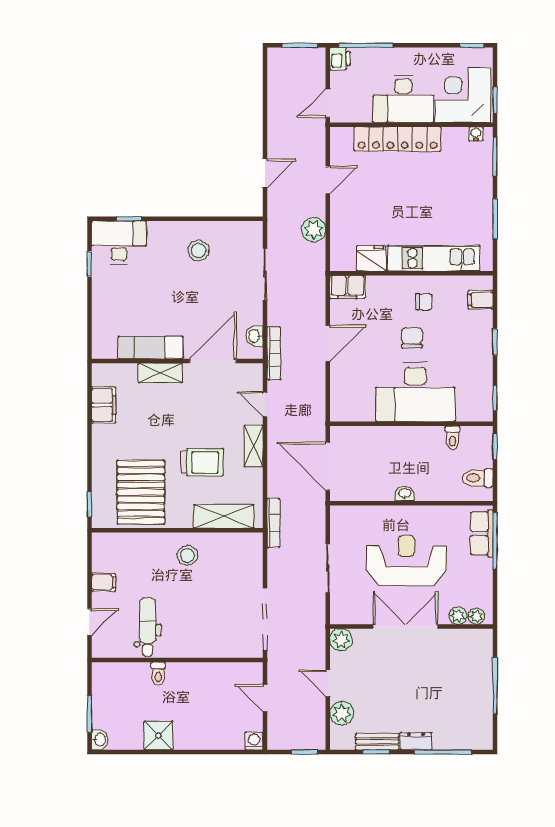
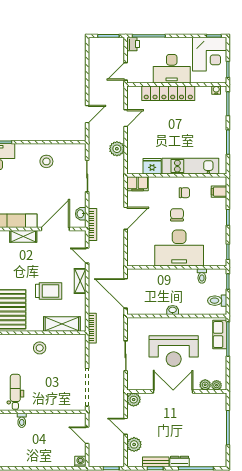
corner desk: (463, 95) -> (210, 54), moved, turned 180
reception desk: (406, 560) -> (174, 351), turned 180
shower: (158, 736) -> (22, 458), removed

